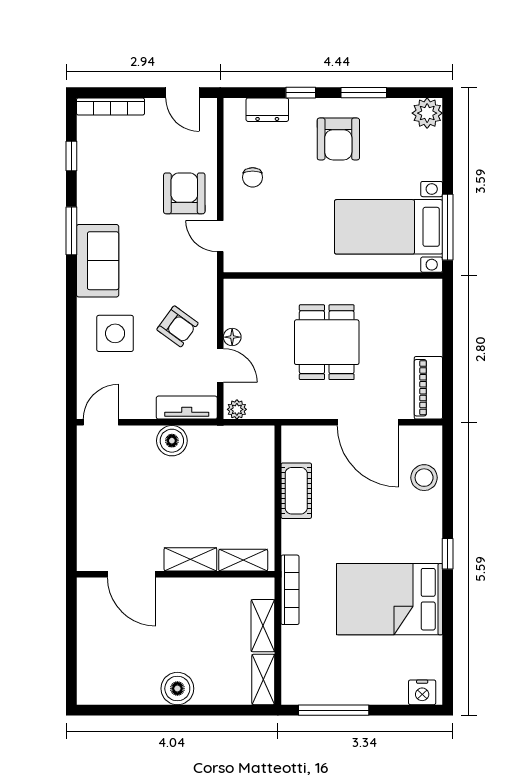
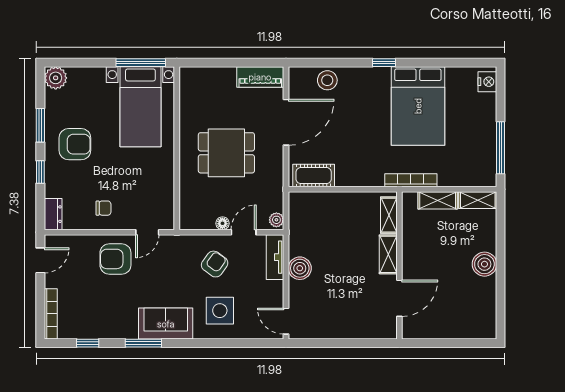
dresser: (267, 110) -> (53, 214), moved
cot: (296, 491) -> (314, 176), moved

